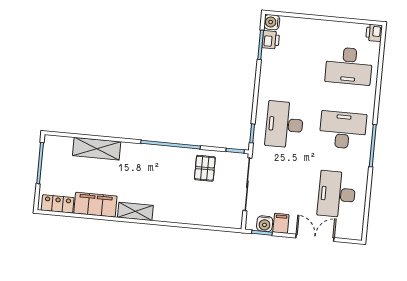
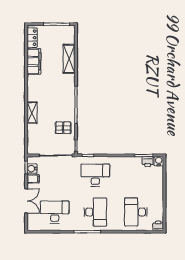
shelving: (135, 211) -> (32, 113), moved

